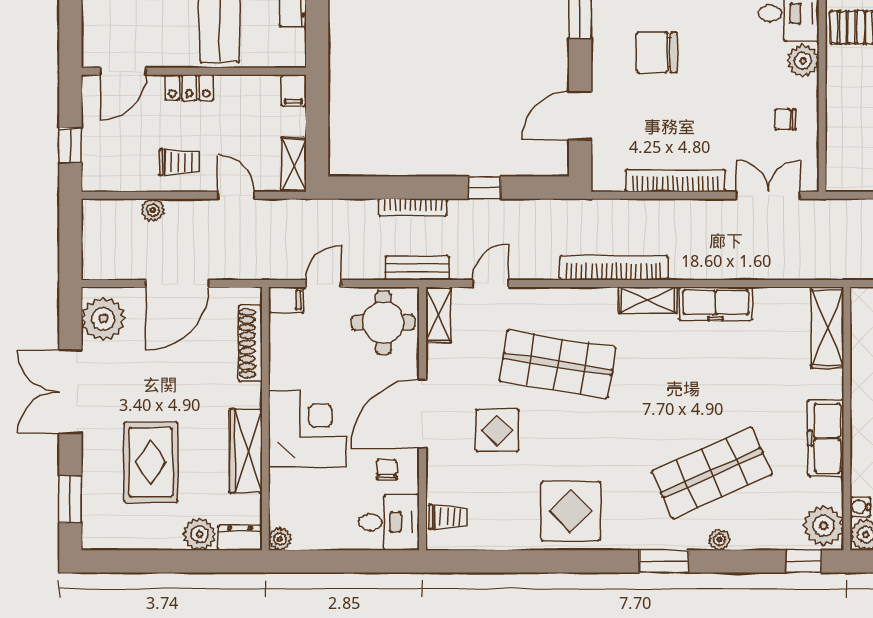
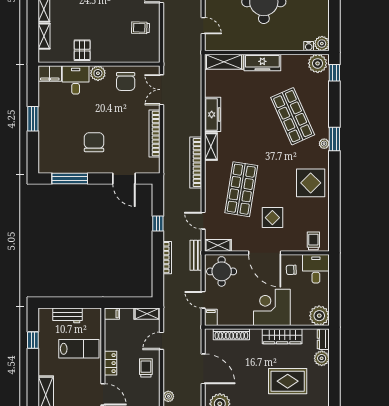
chair: (657, 52) -> (94, 142), turned 180
chair: (786, 119) -> (126, 81), width x1.87, depth x1.87
plant: (153, 210) -> (168, 396), moved
freezer: (826, 438) -> (262, 62), moved
plant: (280, 539) -> (319, 316), width x1.87, depth x1.87
plant: (719, 540) -> (324, 144), moved

